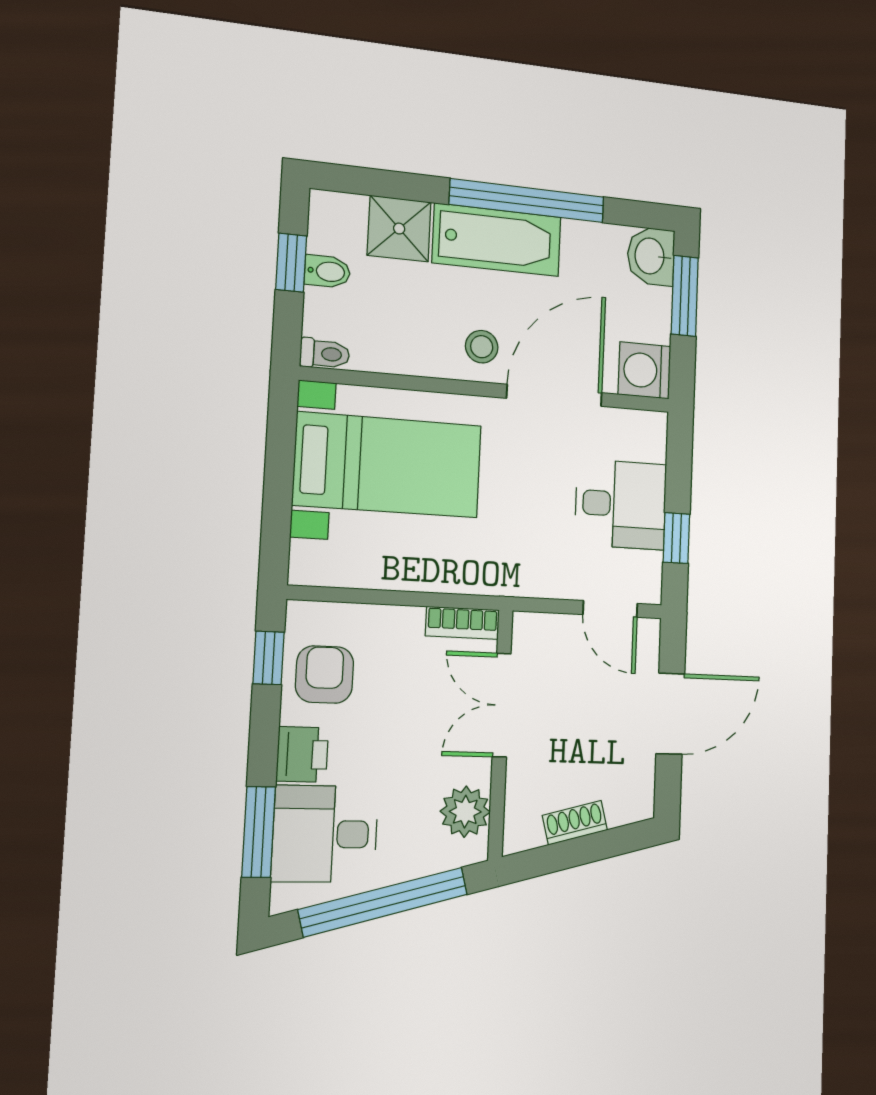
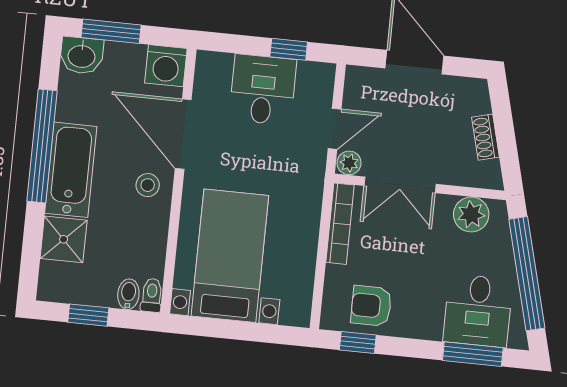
bidet: (327, 271) -> (128, 294), moved
door: (610, 609) -> (335, 129), moved
bookcase: (462, 623) -> (340, 224), width x1.56
plant: (528, 630) -> (349, 163), added
printer: (302, 754) -> (424, 323), removed

